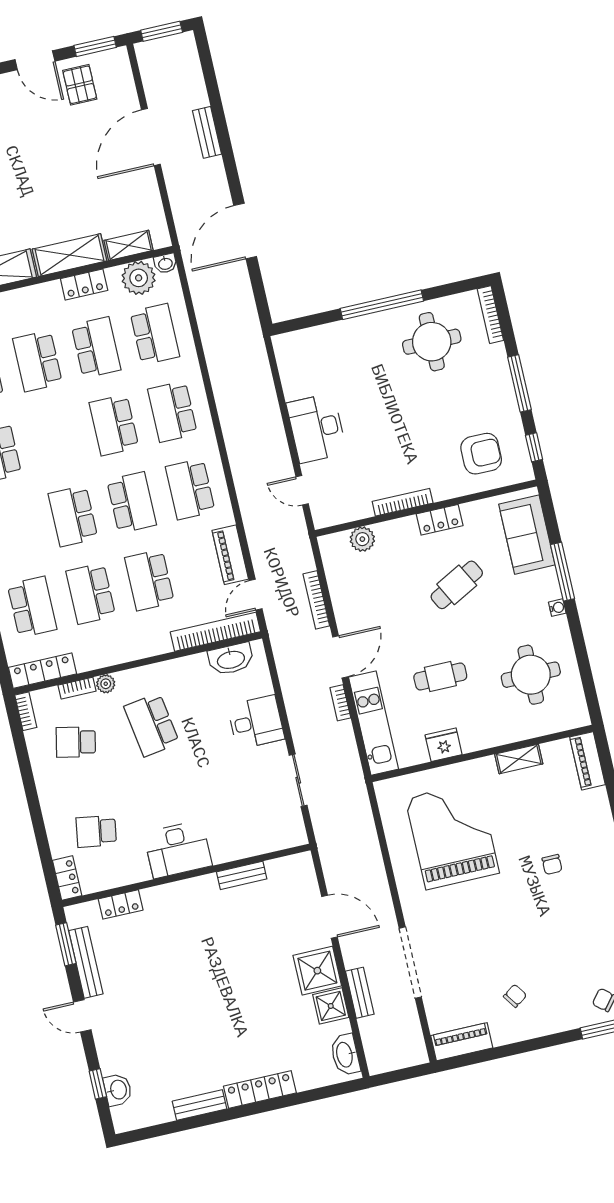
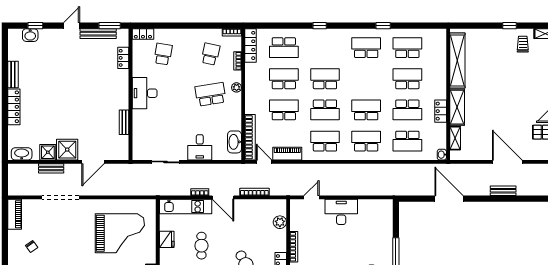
plant: (139, 278) -> (438, 139), removed
plant: (106, 684) -> (237, 87), moved

